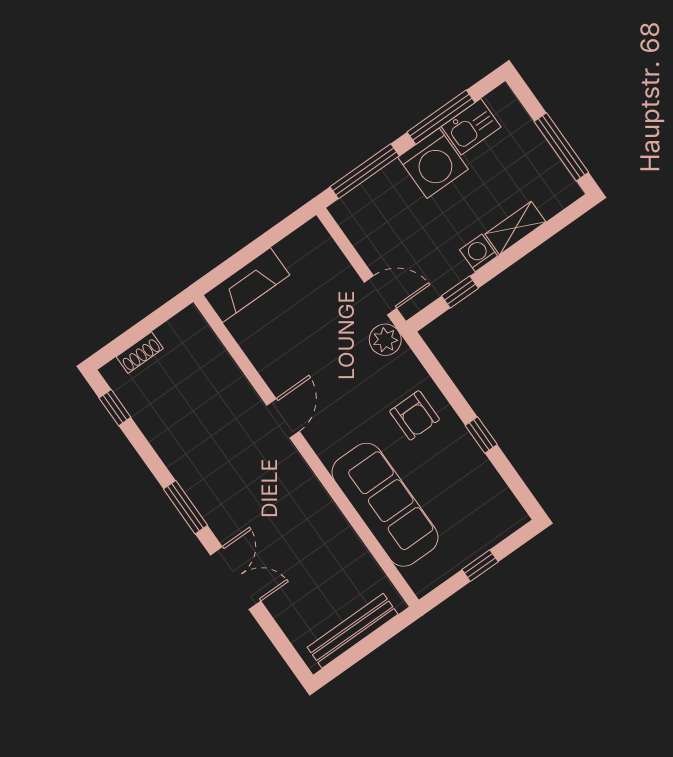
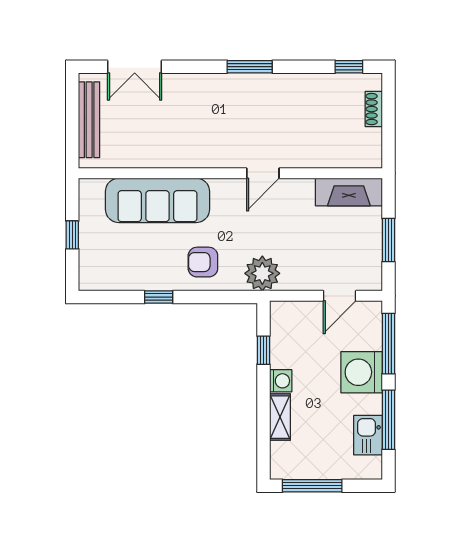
washing machine: (433, 163) -> (362, 372), moved
window: (261, 245) -> (388, 240), added
fireplace: (246, 285) -> (349, 192), moved, turned -90
door: (380, 295) -> (340, 296), moved
plant: (385, 340) -> (262, 273), width x1.36, depth x1.36
door: (283, 418) -> (263, 173), hinge flipped
double door: (236, 578) -> (135, 67), moved

